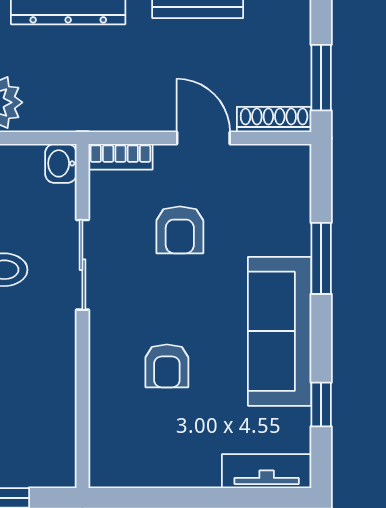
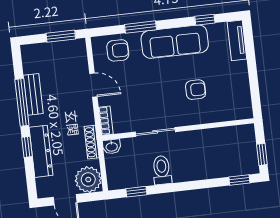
shoe rack: (274, 120) -> (92, 142), moved
door: (203, 138) -> (93, 85), swing flipped
armchair: (180, 230) -> (118, 50), moved

